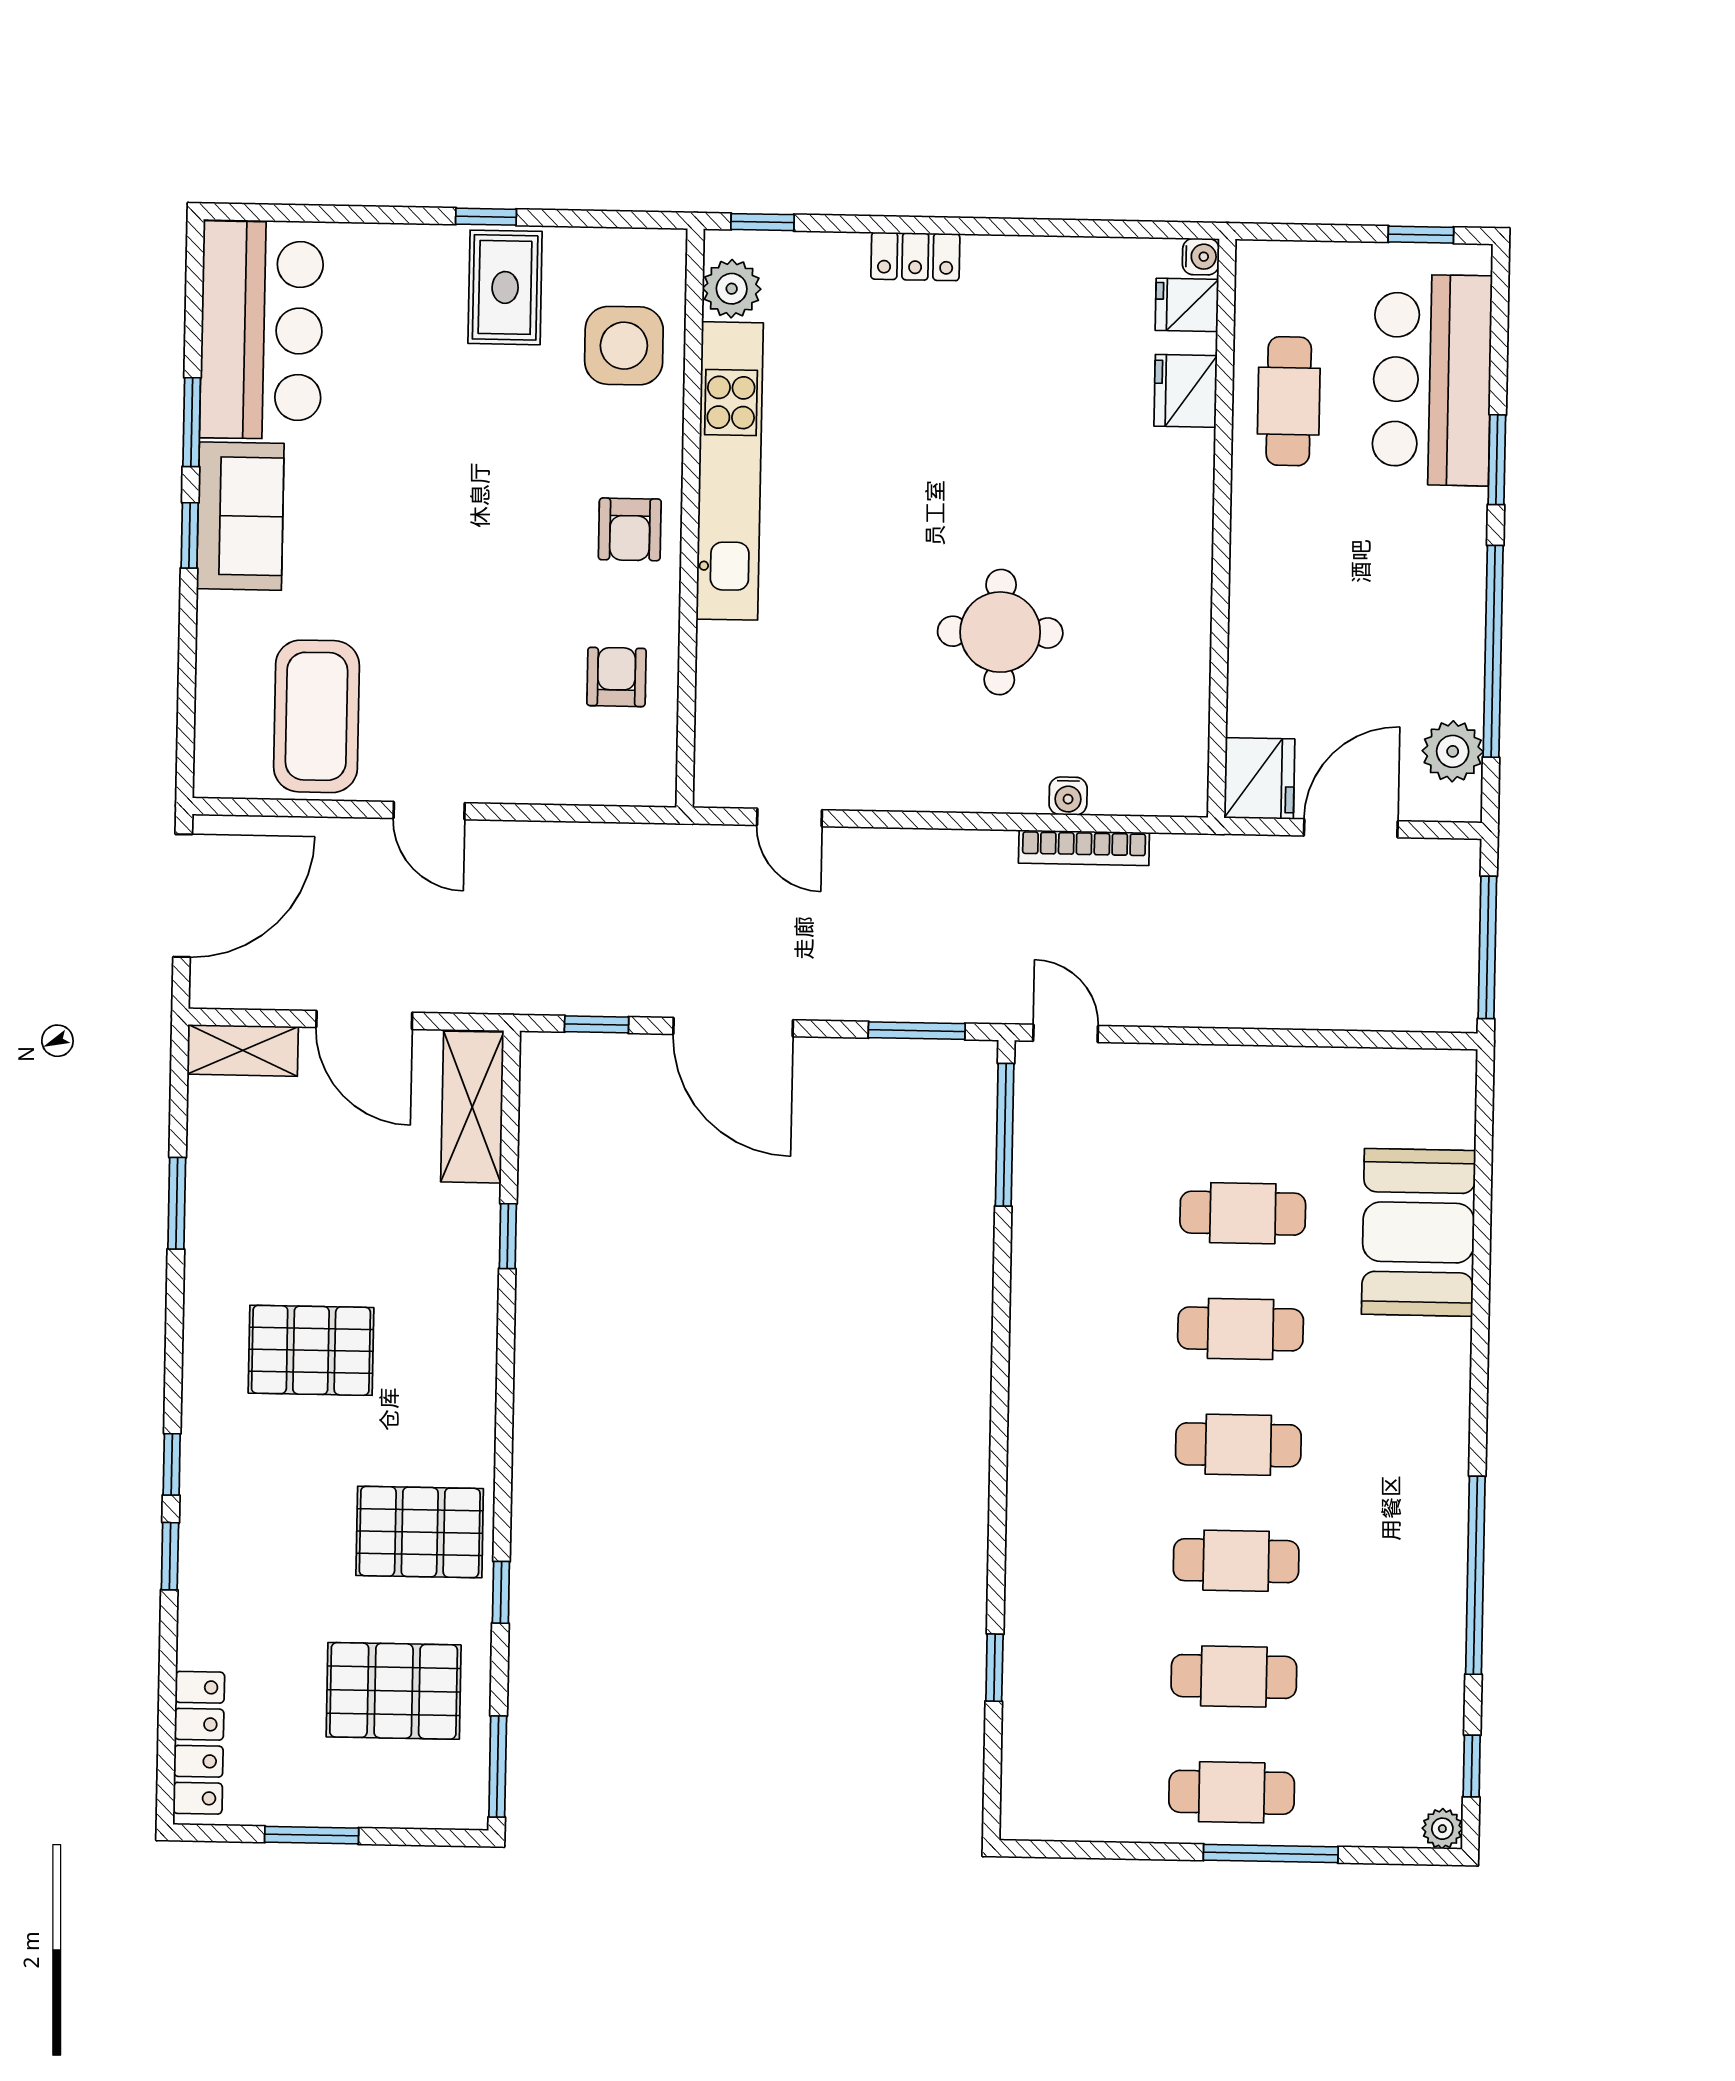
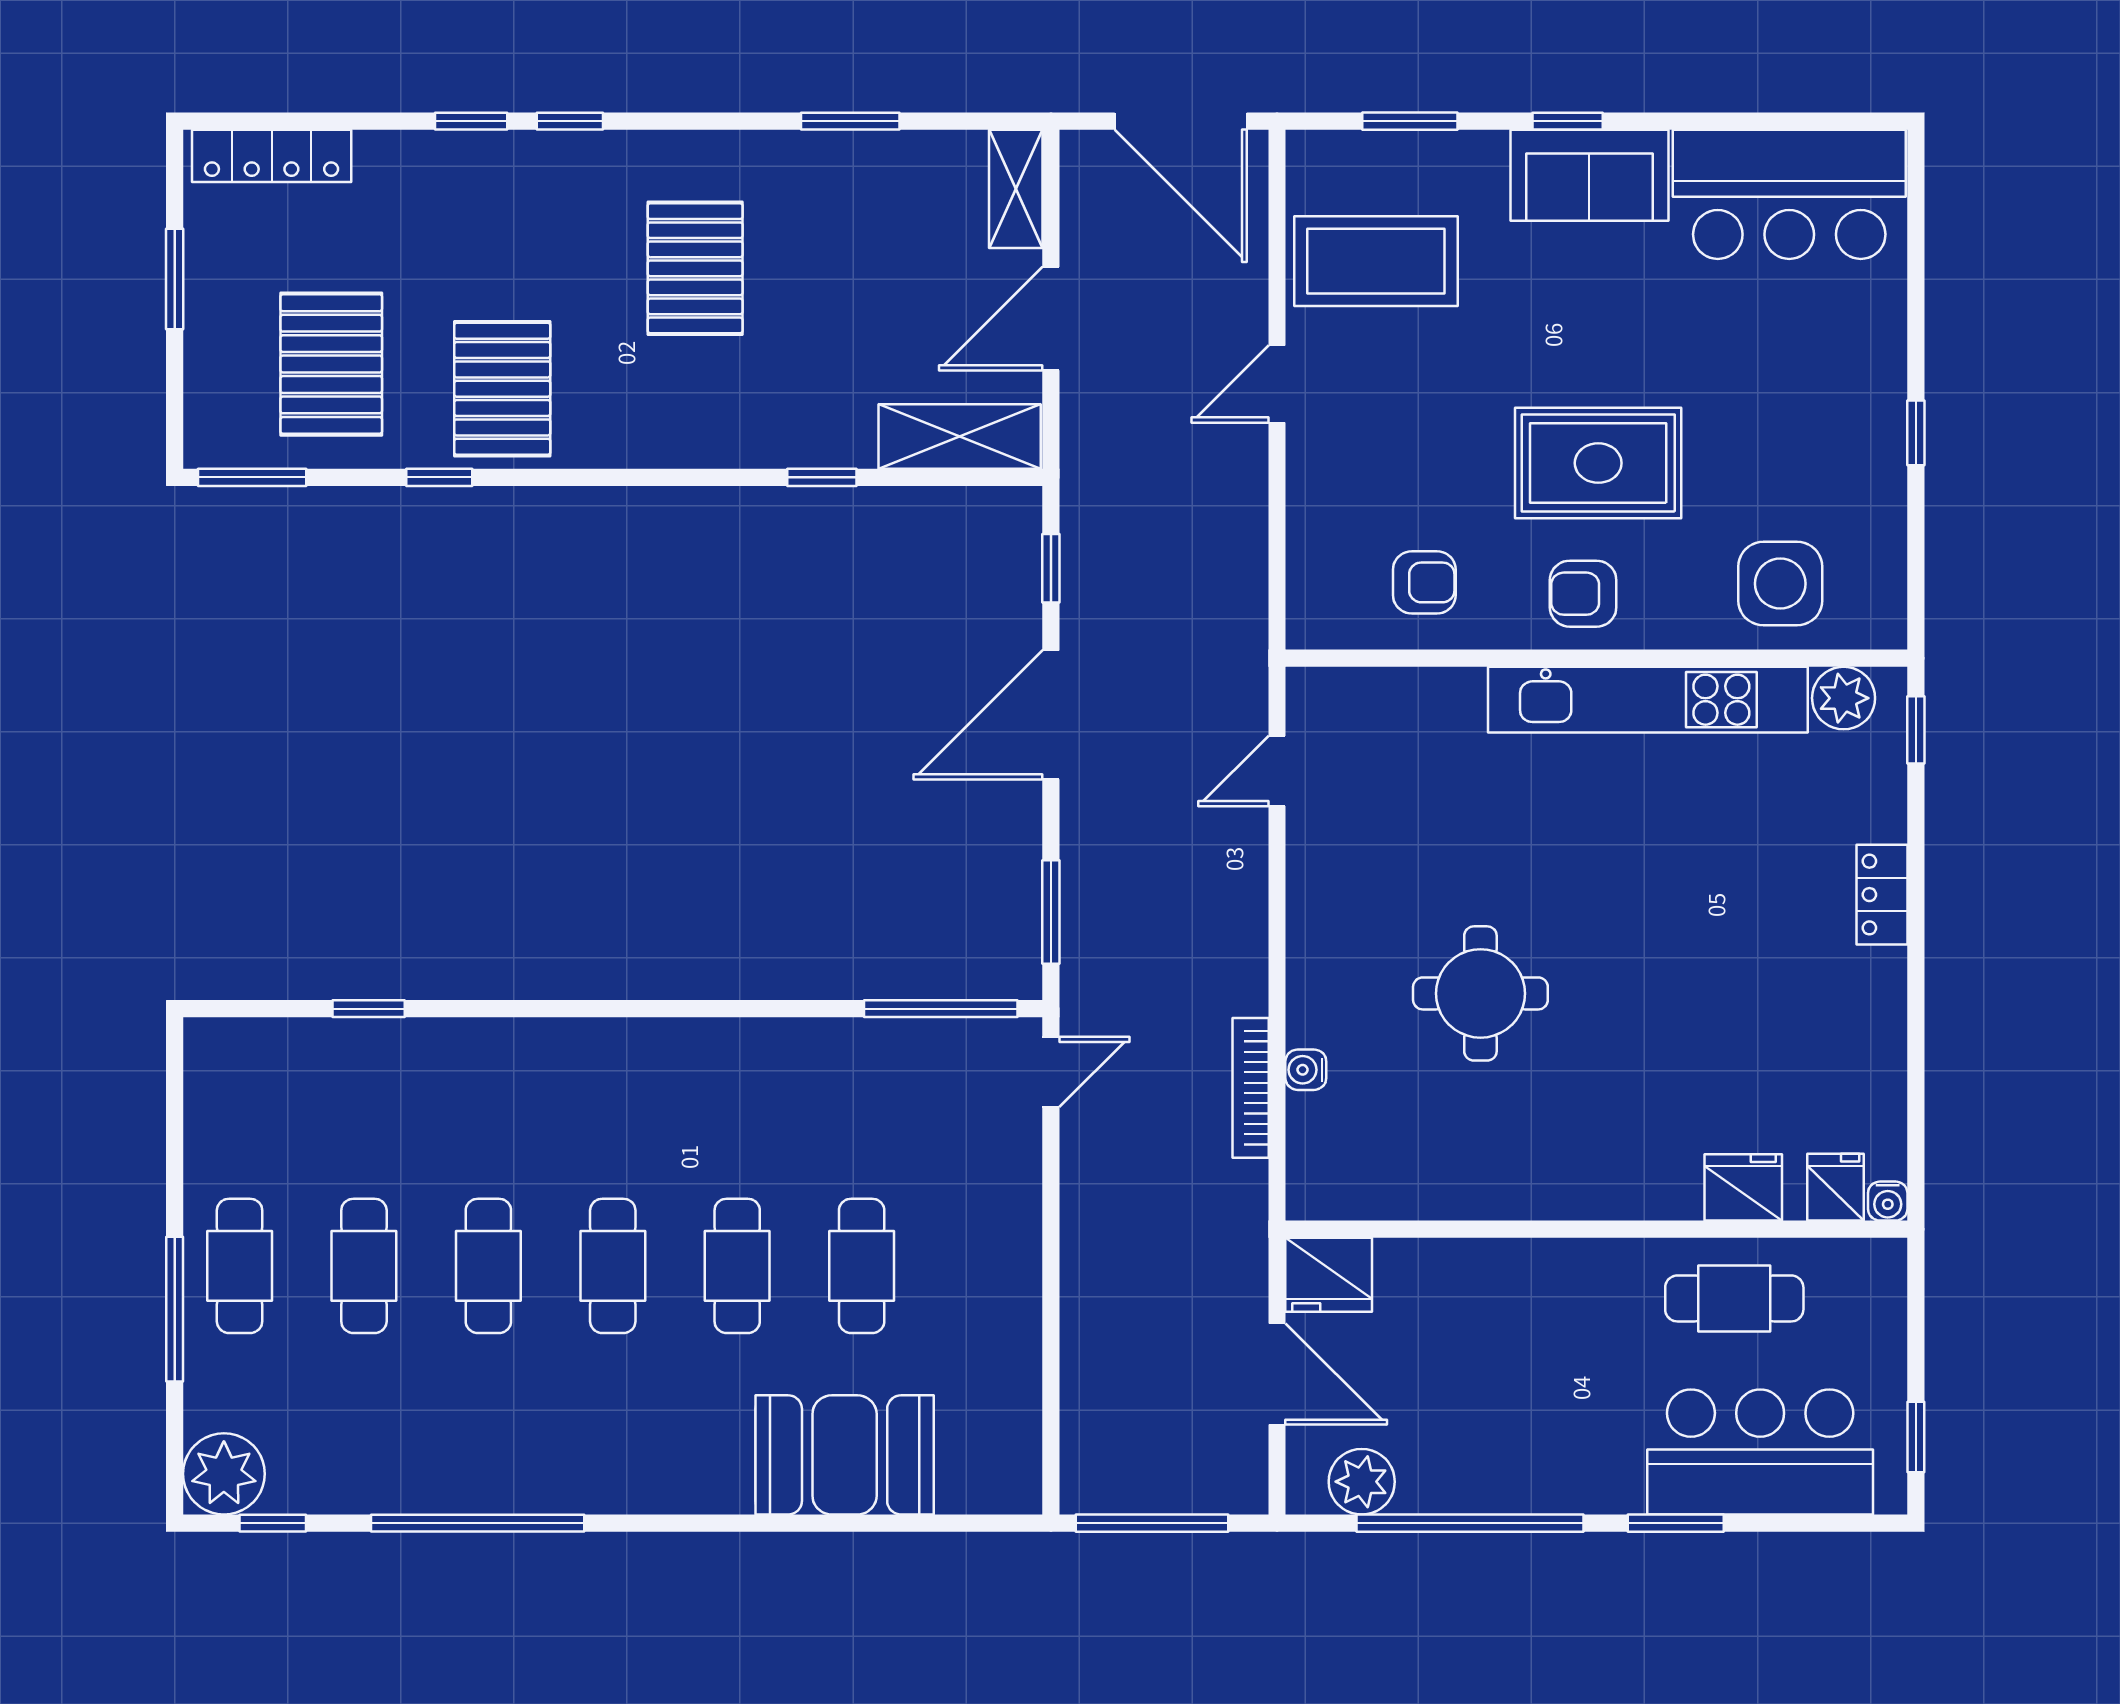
rug: (505, 287) -> (1598, 463), moved, width x1.36, depth x1.43
window: (192, 422) -> (1410, 121), moved
plant: (1442, 1829) -> (224, 1474), width x1.88, depth x1.88

